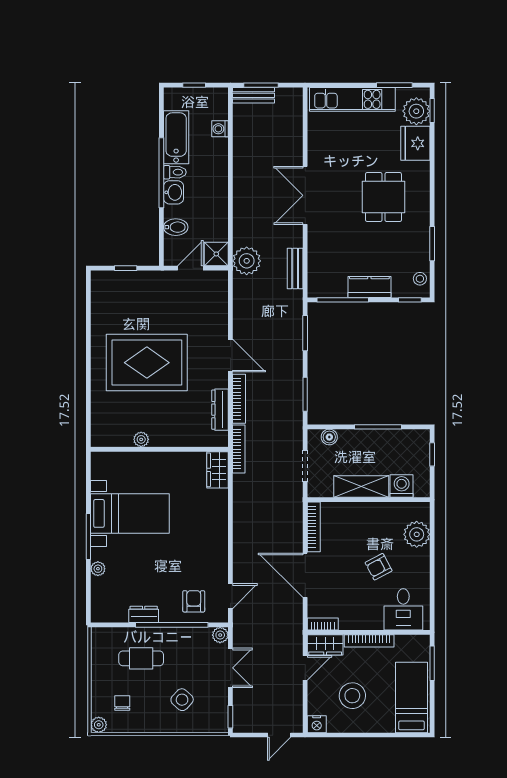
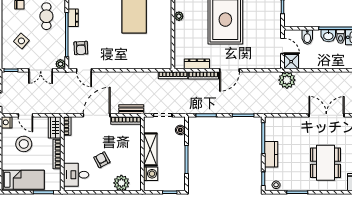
dining table: (383, 197) -> (325, 163), width x1.38
bench: (295, 268) -> (131, 109), moved
wardrobe: (218, 470) -> (160, 62), removed
armchair: (194, 601) -> (81, 48), turned 87
door: (305, 668) -> (25, 115), moved

